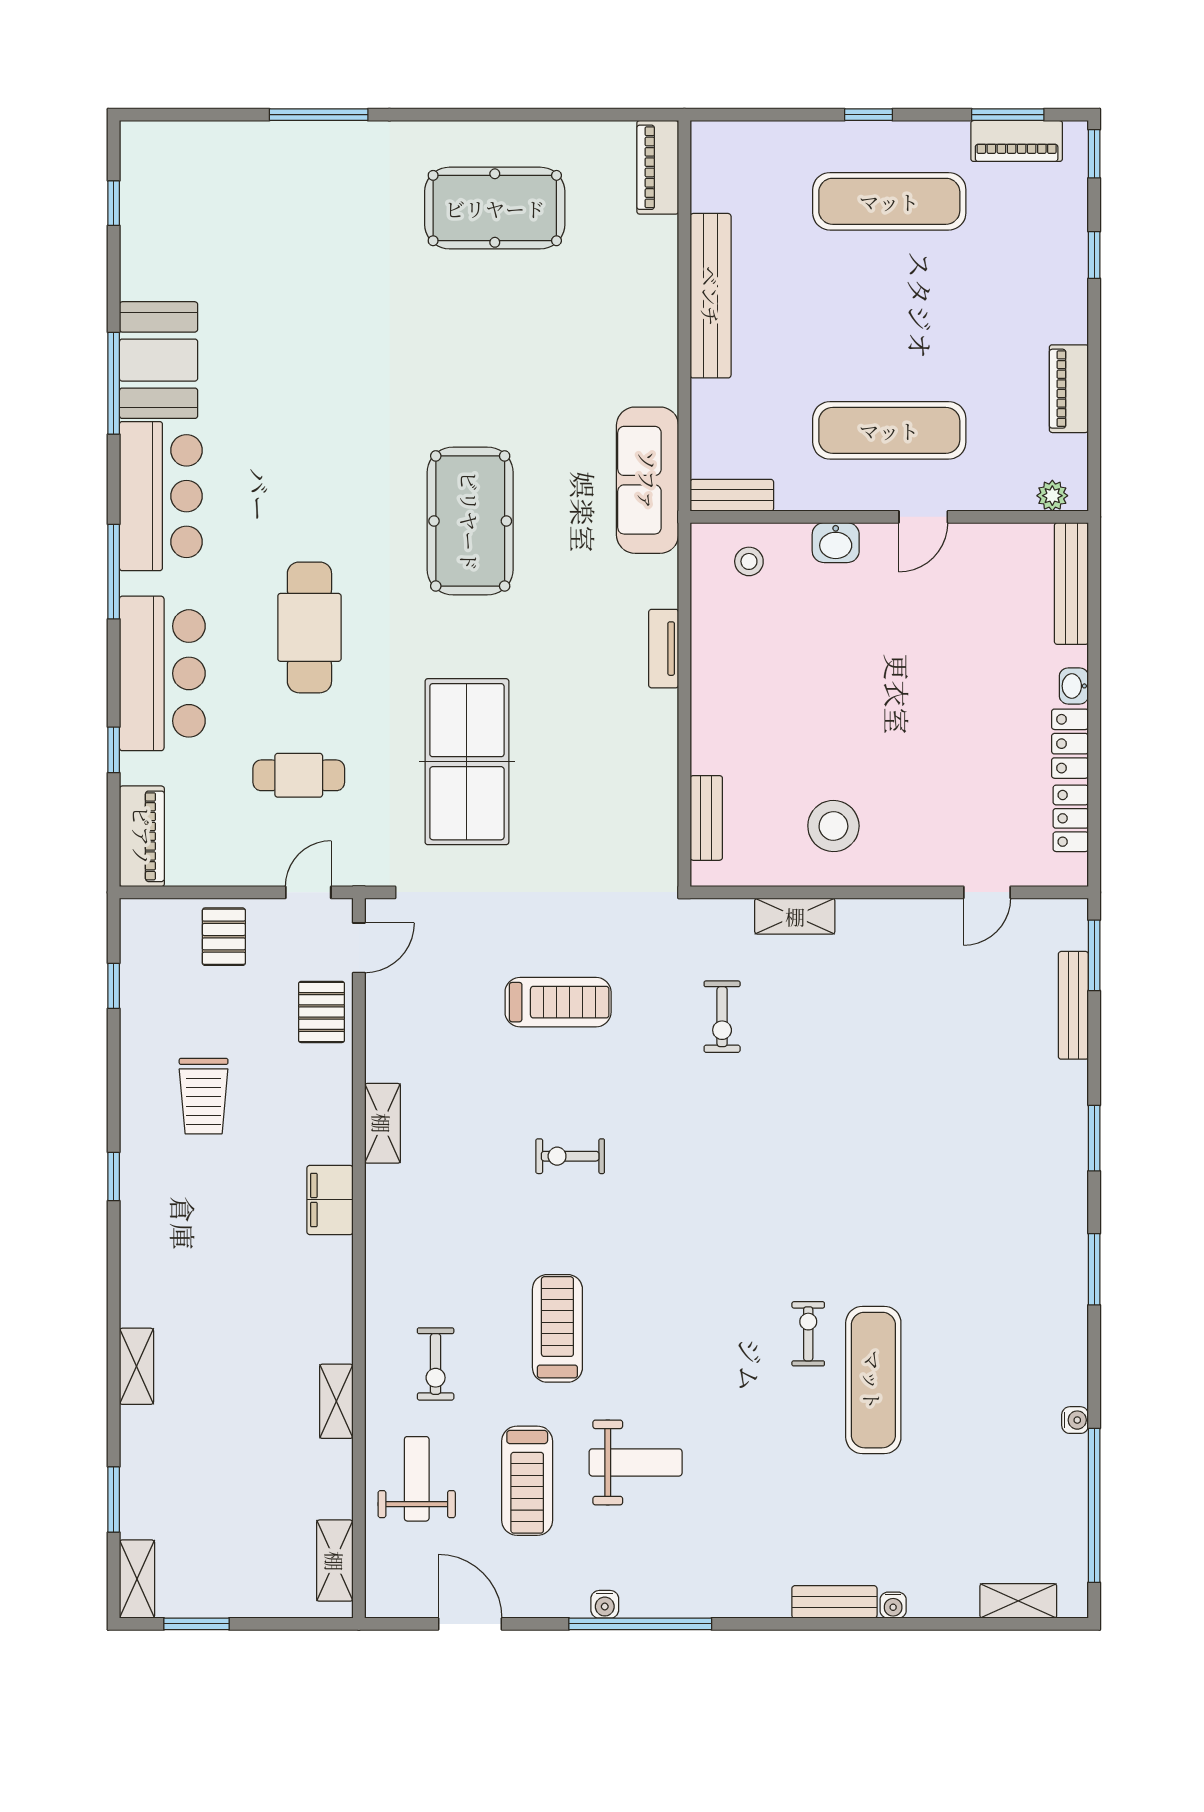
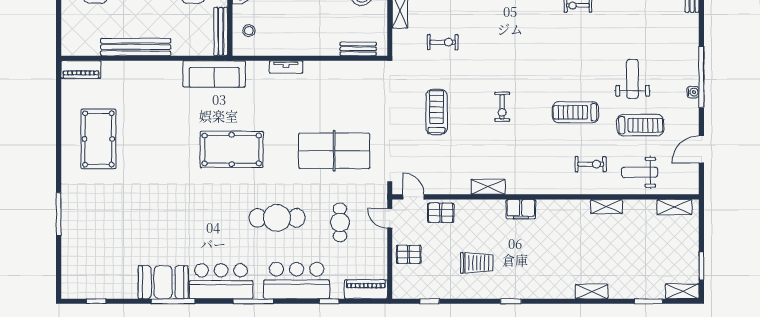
bench: (732, 495) -> (221, 32), width x1.36

